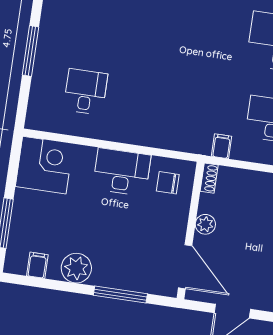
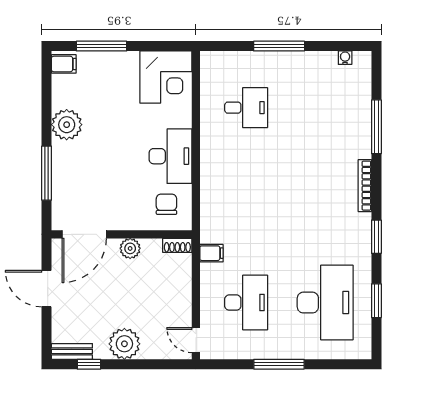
filing cabinet: (37, 265) -> (64, 64), moved

